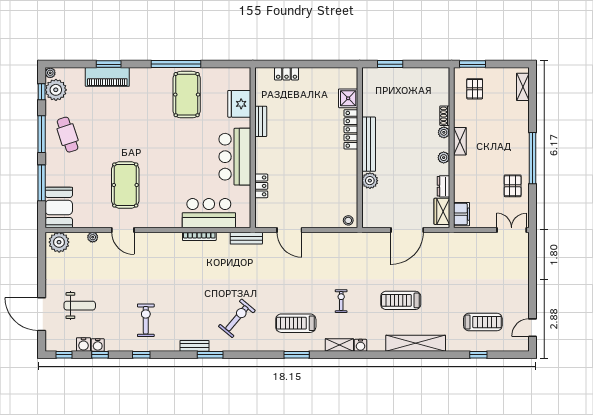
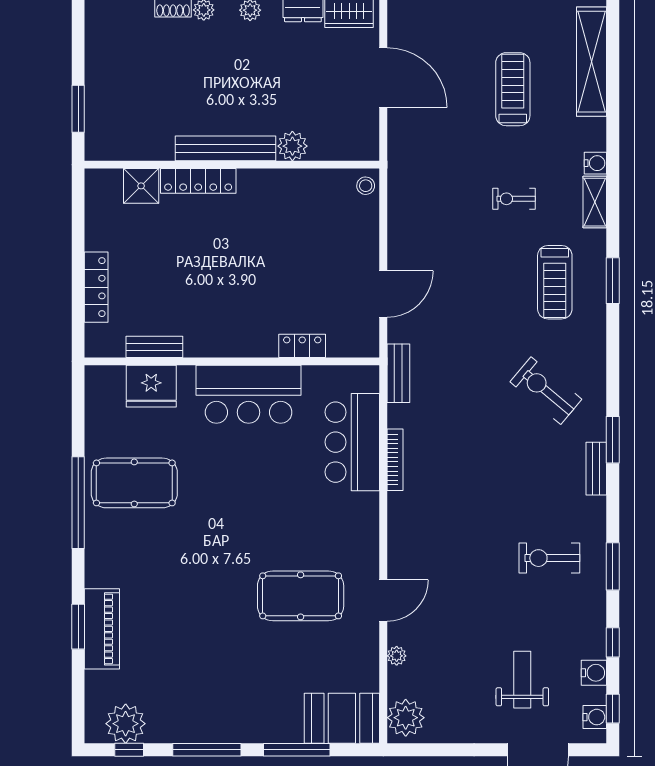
plant: (50, 73) -> (94, 734), removed
locker: (287, 74) -> (96, 287), width x1.53
bench: (261, 121) -> (154, 347), moved
cafe table: (68, 135) -> (208, 702), removed
treadmill: (401, 300) -> (513, 89), turned 180
water cooler: (98, 345) -> (595, 717), moved
window: (141, 355) -> (613, 566), width x1.50

